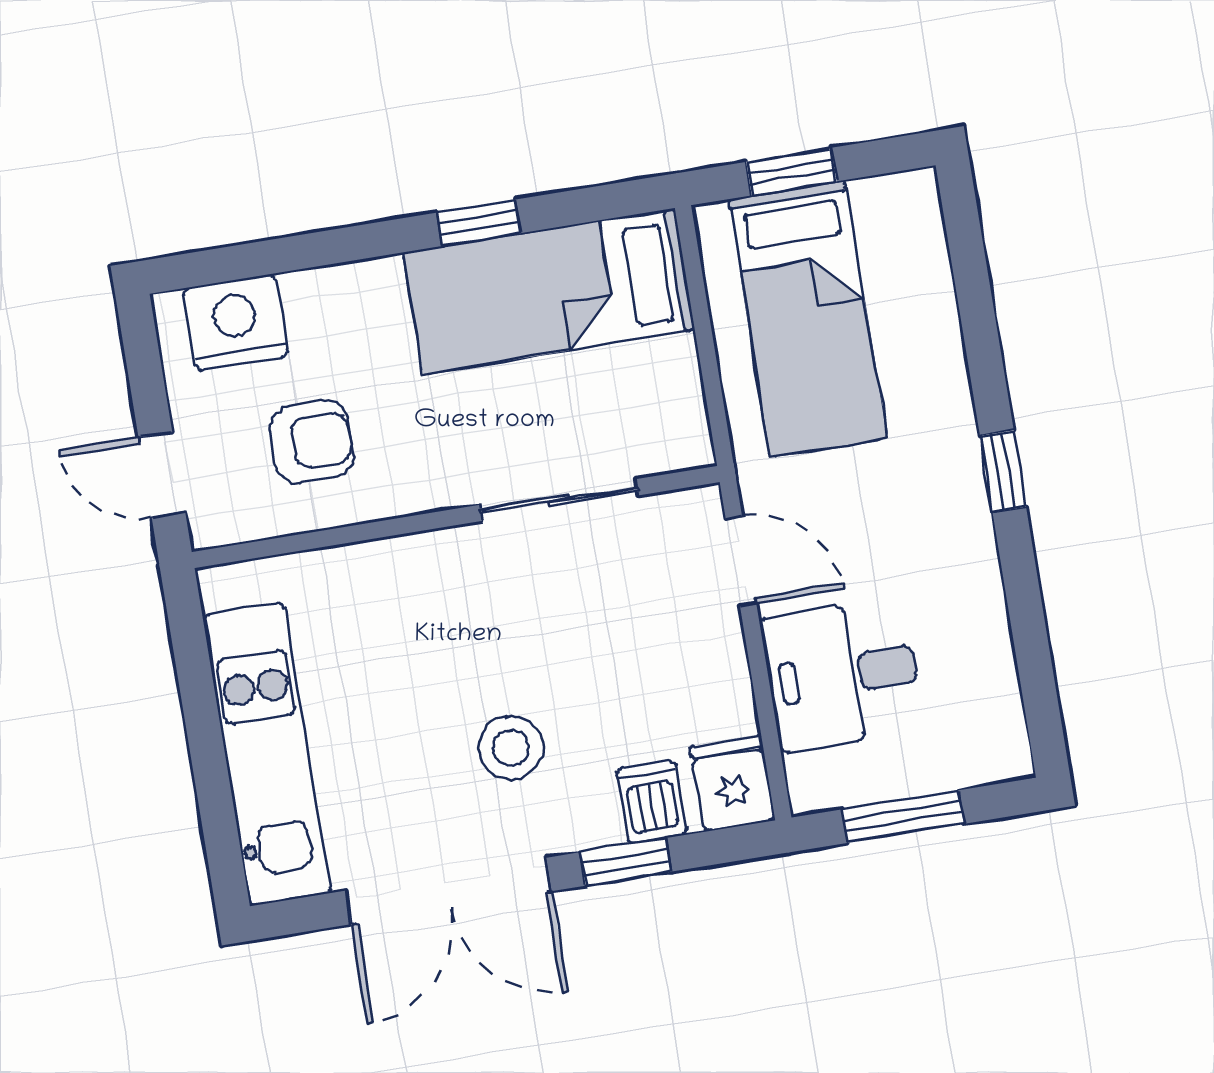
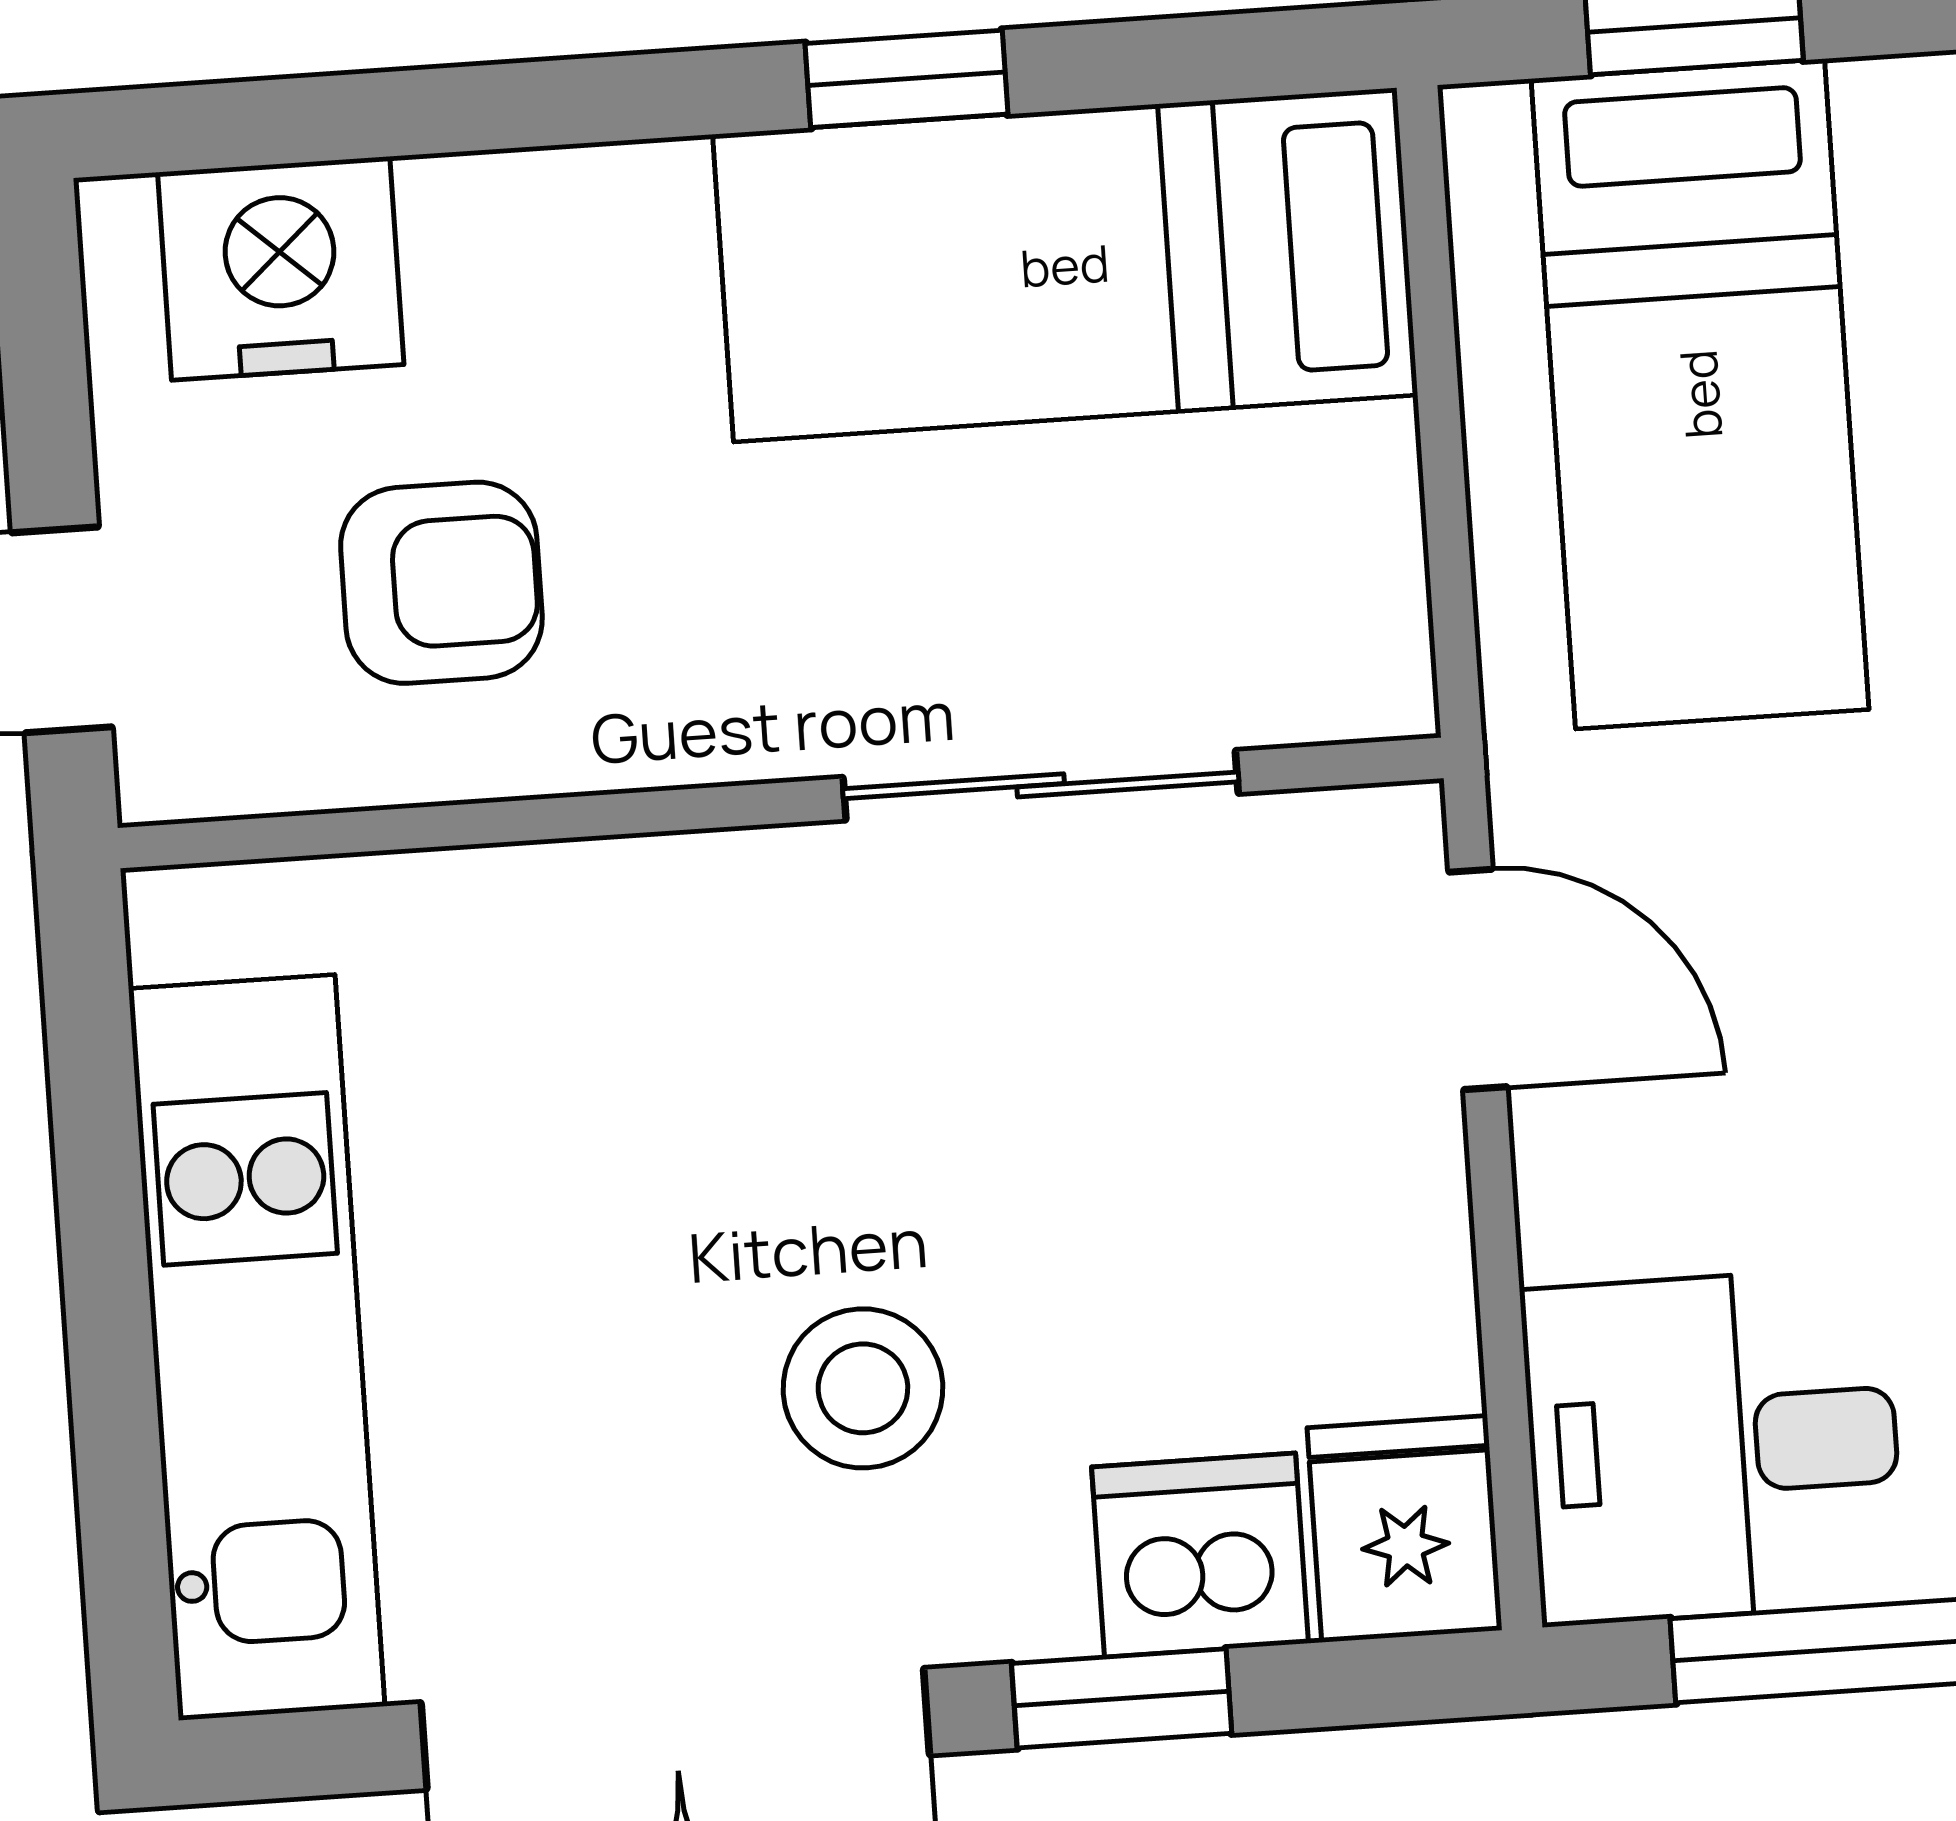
desk: (842, 675) -> (1713, 1446), moved
dishwasher: (652, 802) -> (1200, 1555), width x1.38

